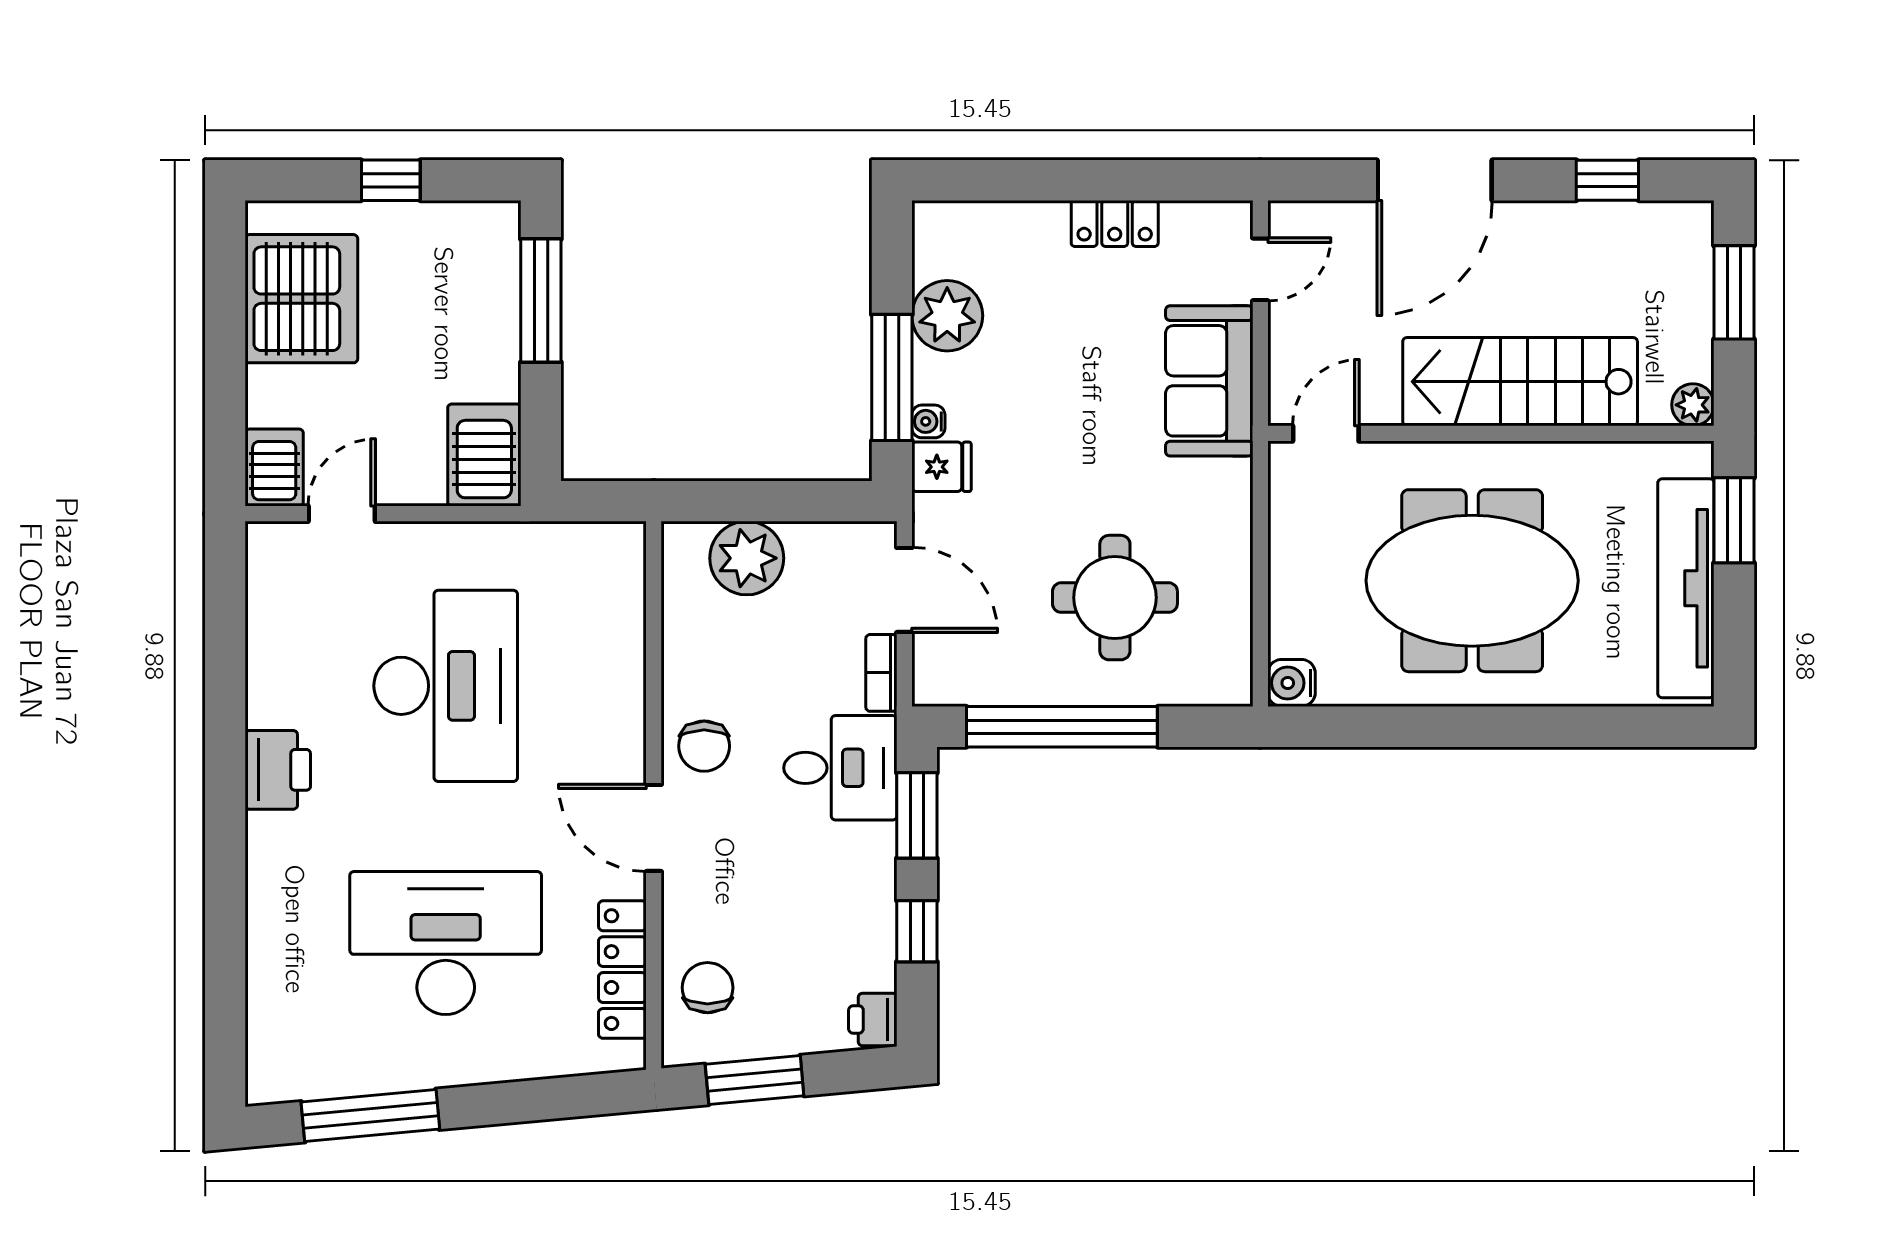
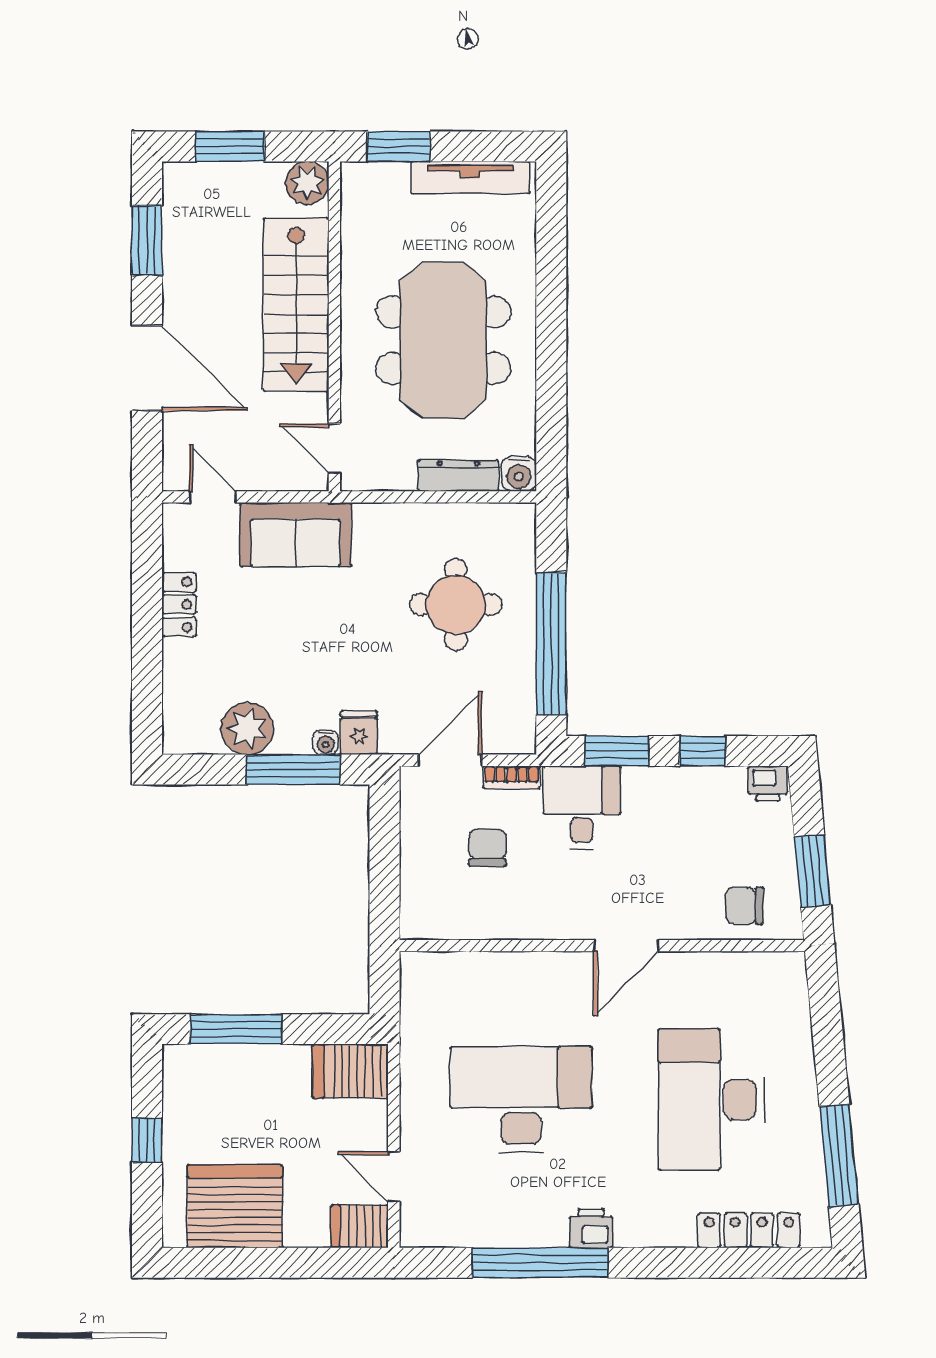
window: (1607, 180) -> (147, 240), width x1.50
plant: (1693, 405) -> (307, 183), width x1.38, depth x1.38
plant: (747, 558) -> (427, 877), removed
tv unit: (1686, 588) -> (470, 177), width x0.73, depth x0.78
dresser: (1289, 601) -> (458, 476), added
window: (225, 711) -> (540, 1263), added
chair: (704, 746) -> (487, 848), moved, turned -90
printer: (278, 770) -> (591, 1228), width x0.73, depth x0.81
locker: (622, 970) -> (749, 1230), moved, turned 180

